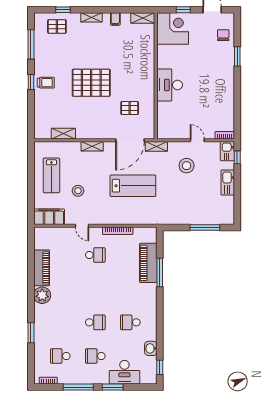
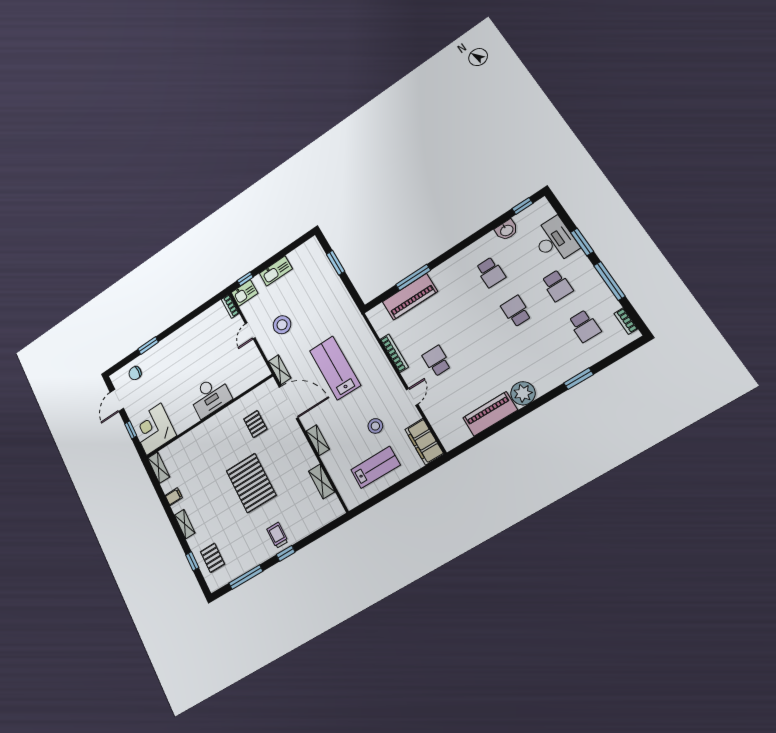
window: (205, 227) -> (336, 263), width x0.69

